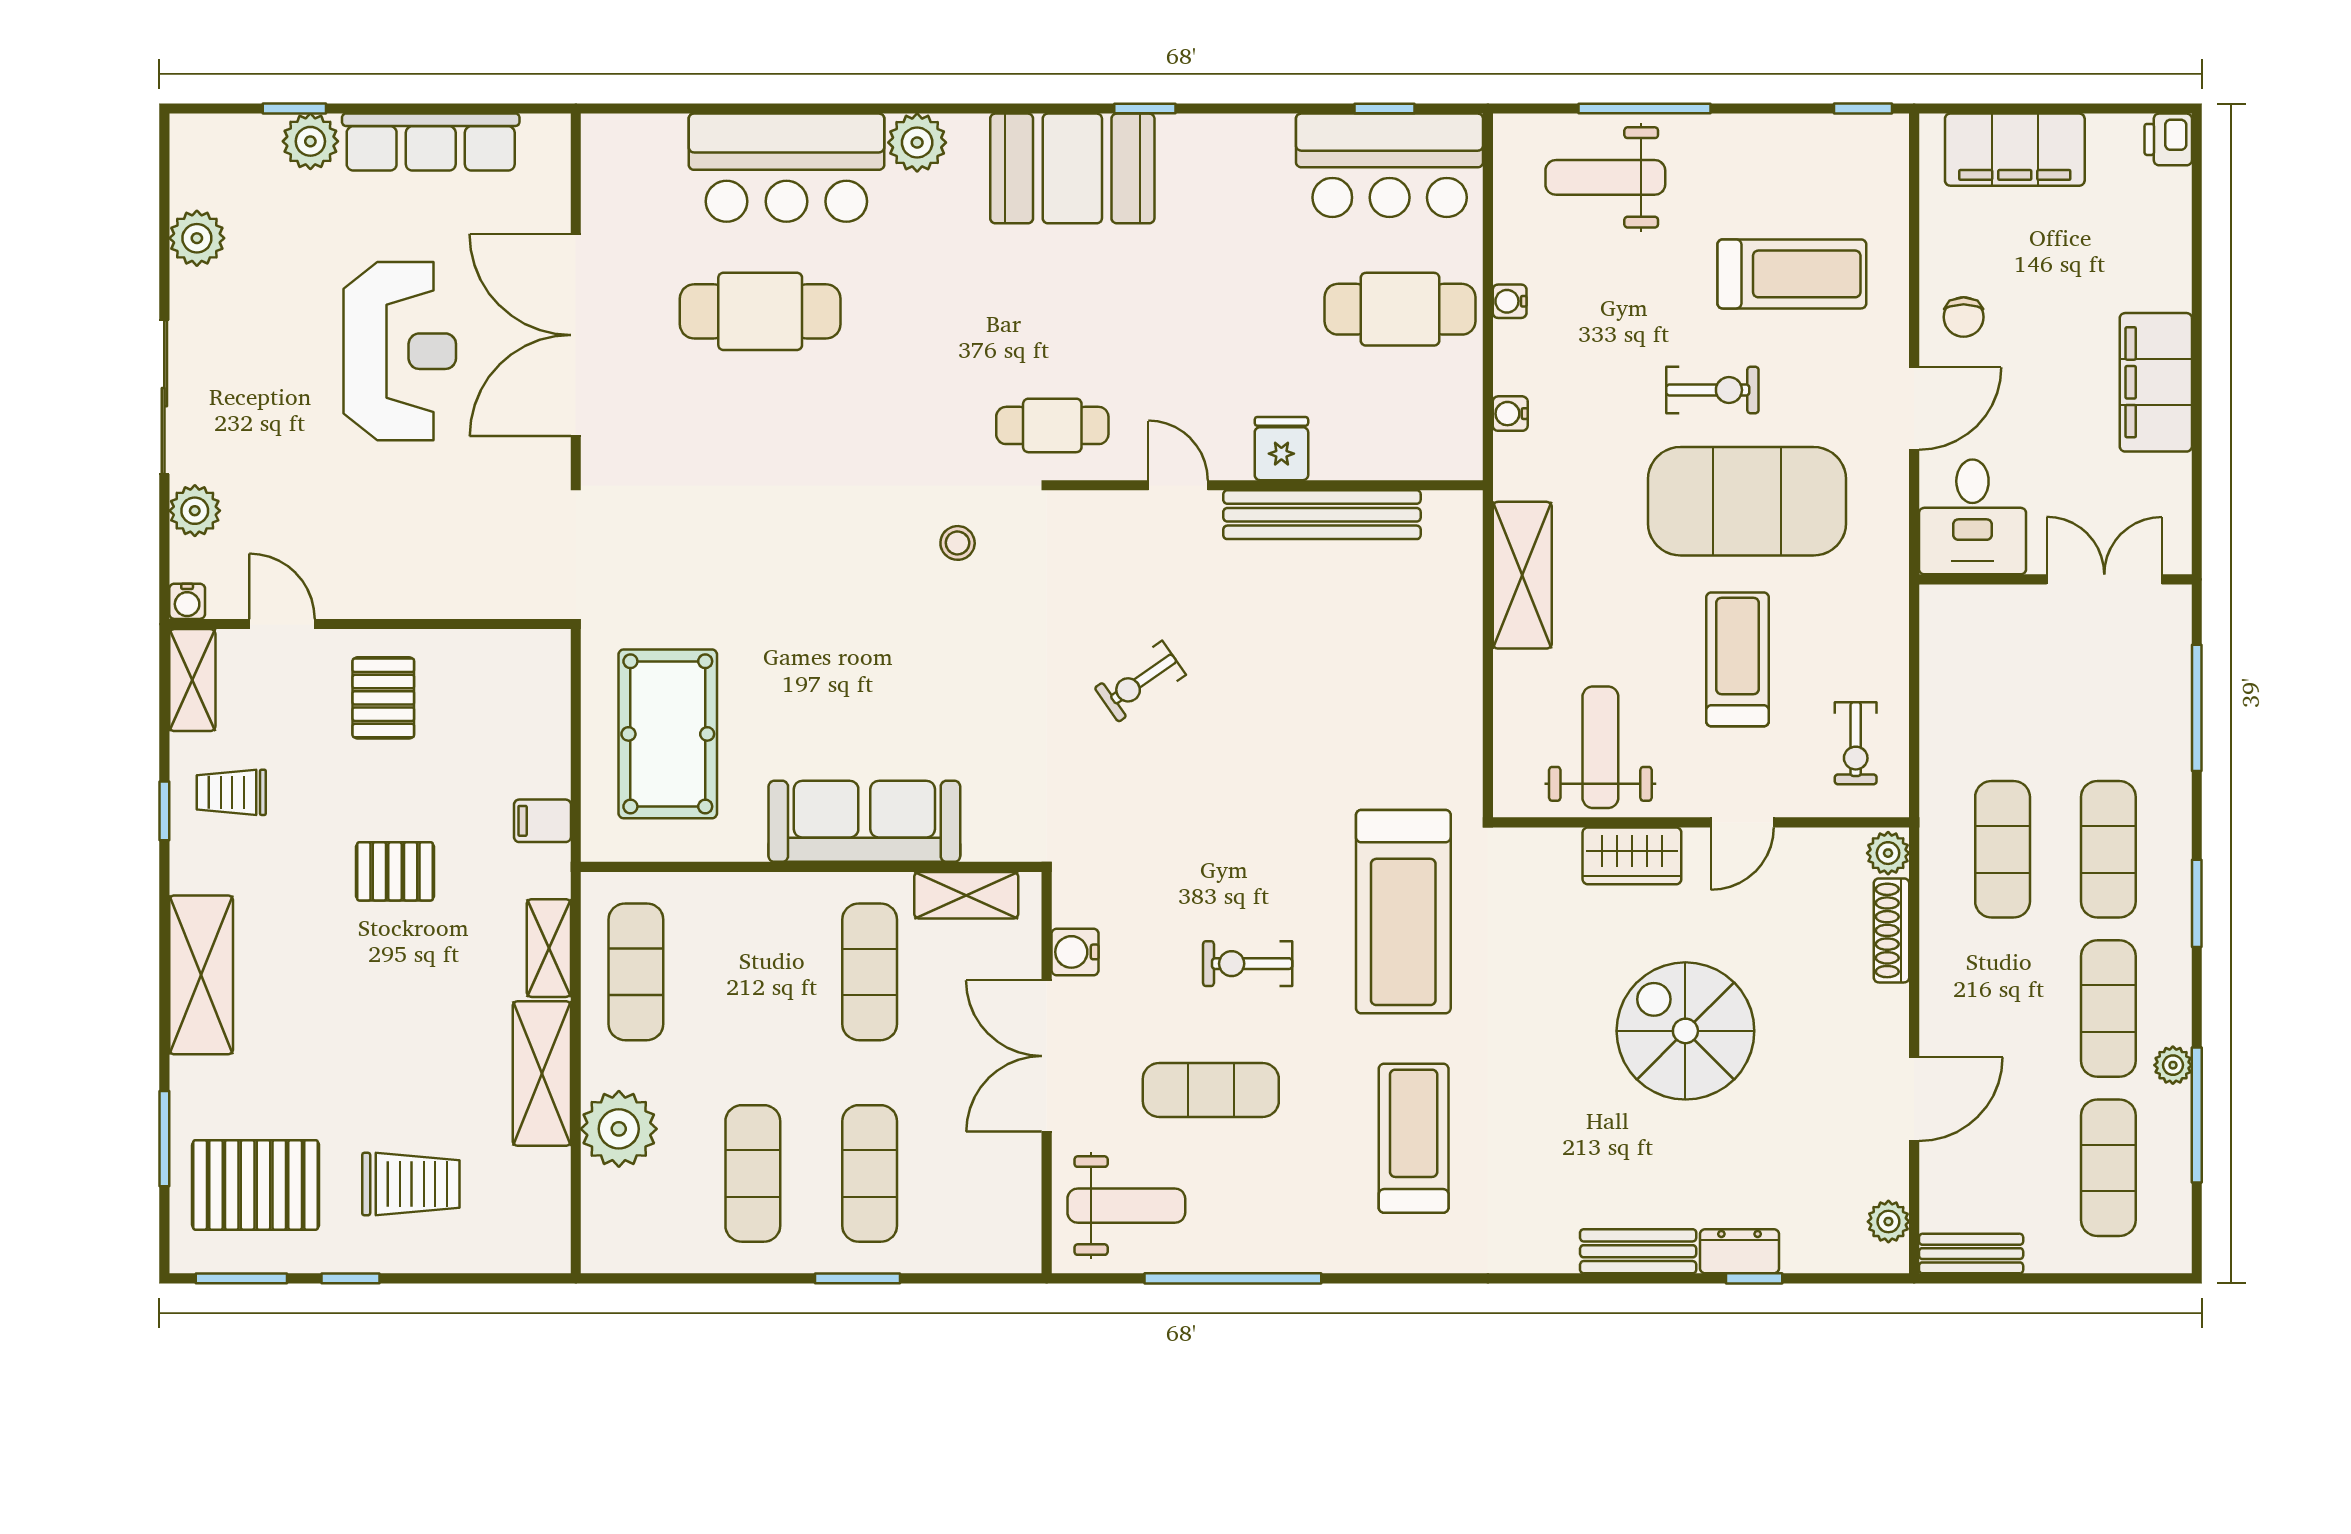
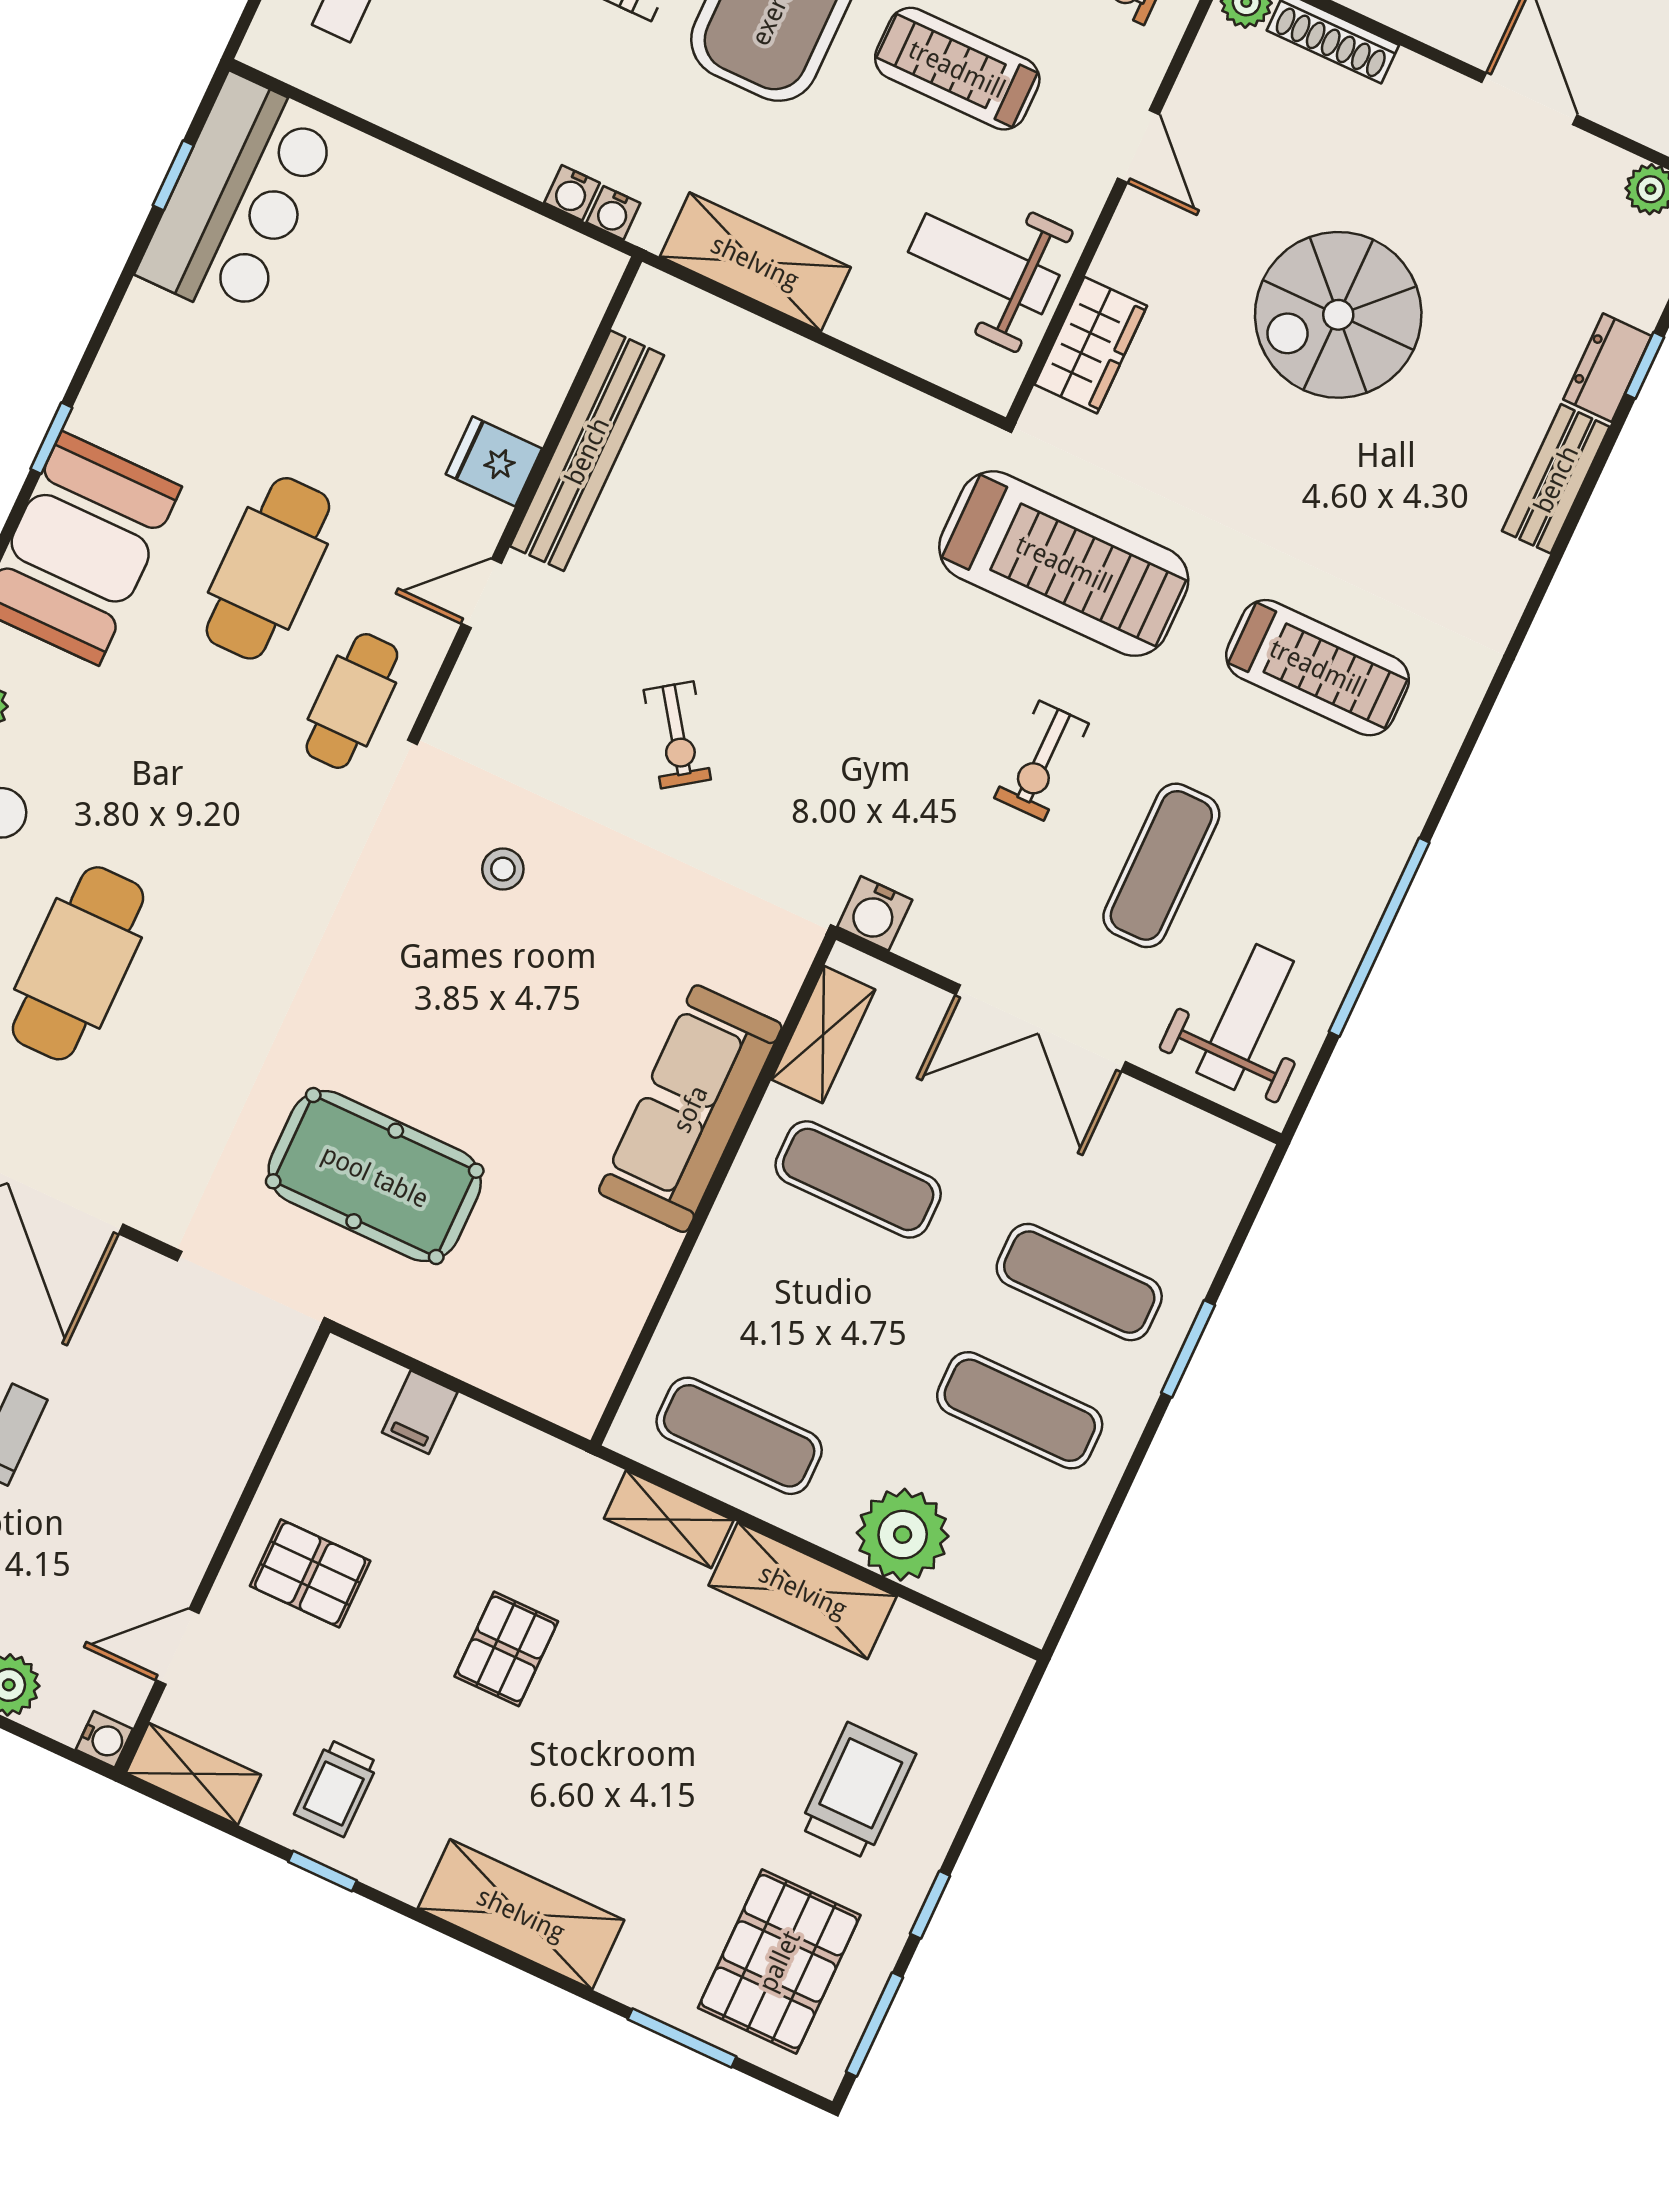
water cooler: (1510, 301) -> (613, 213), moved
cafe table: (1400, 309) -> (268, 568), moved
stool: (958, 543) -> (503, 869), moved
pool table: (668, 734) -> (375, 1176), moved
filing cabinet: (542, 821) -> (420, 1412), moved
wardrobe: (1632, 856) -> (1091, 345), moved
water cooler: (1075, 952) -> (875, 913), moved
treadmill: (1414, 1138) -> (1318, 668), turned 180

